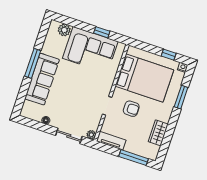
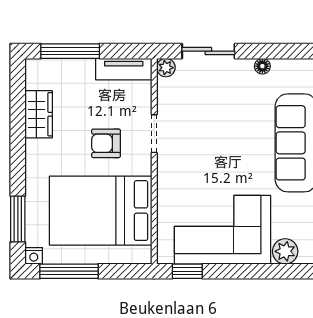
window: (102, 32) -> (187, 271), moved
window: (169, 55) -> (69, 271), width x2.17
window: (181, 97) -> (18, 219), moved

